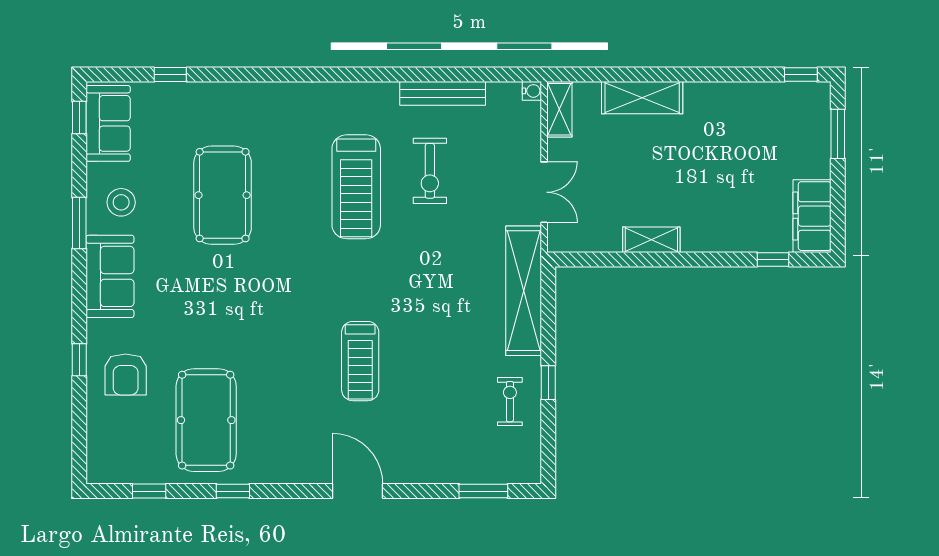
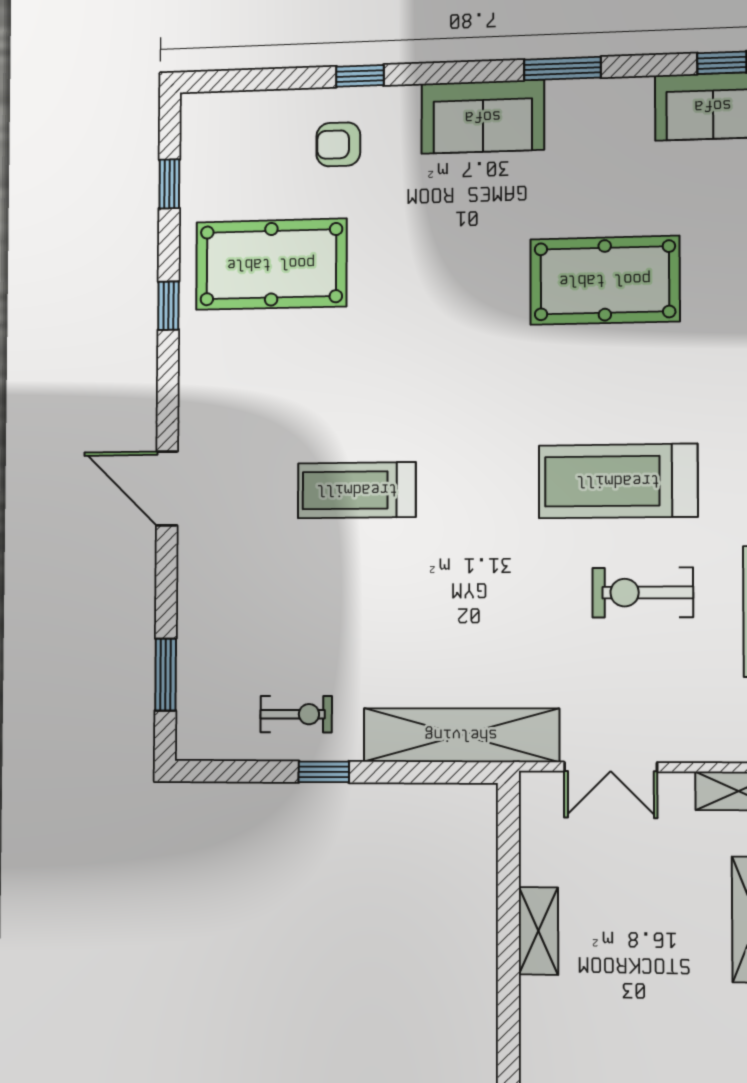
stool: (121, 202) -> (594, 129), removed
armchair: (126, 374) -> (338, 144), width x0.72, depth x0.72
door: (358, 491) -> (167, 489), swing flipped

